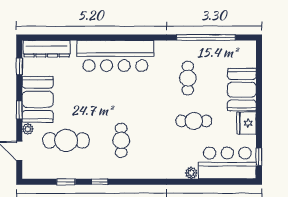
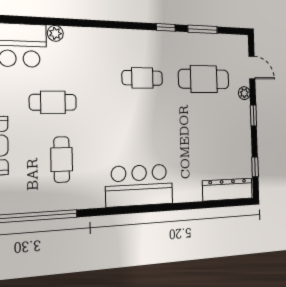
bar counter: (115, 56) -> (139, 185), width x0.73
booth: (38, 99) -> (235, 128), removed
cafe table: (121, 140) -> (142, 78), turned 90
window: (66, 182) -> (203, 29), width x1.50

